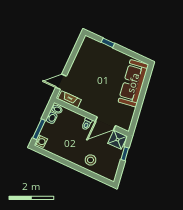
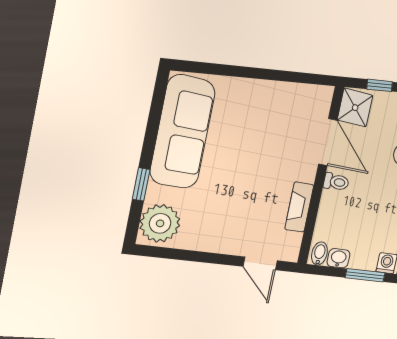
plant: (91, 46) -> (160, 223), added
sofa: (133, 83) -> (183, 132), moved, turned -81
fireplace: (70, 99) -> (299, 207), moved

